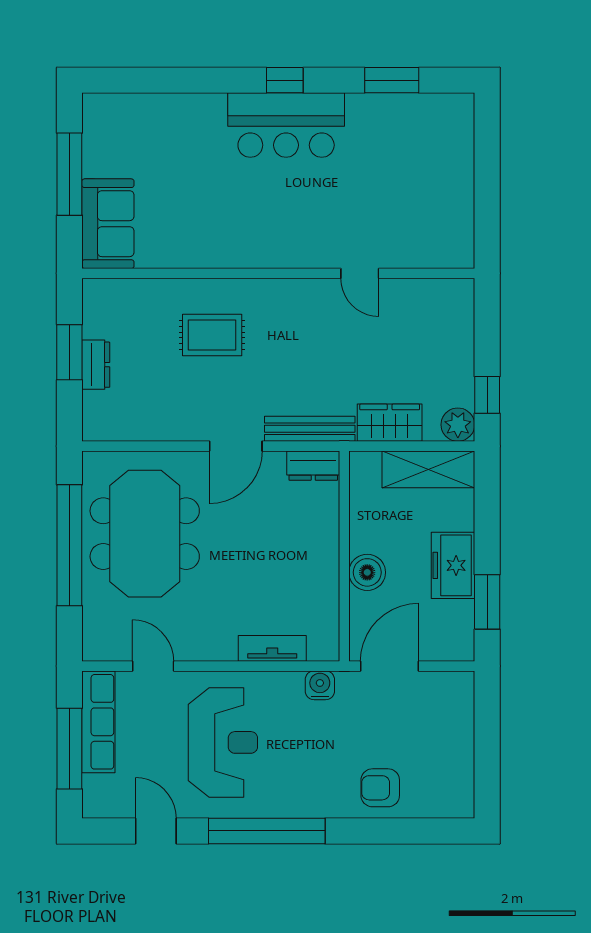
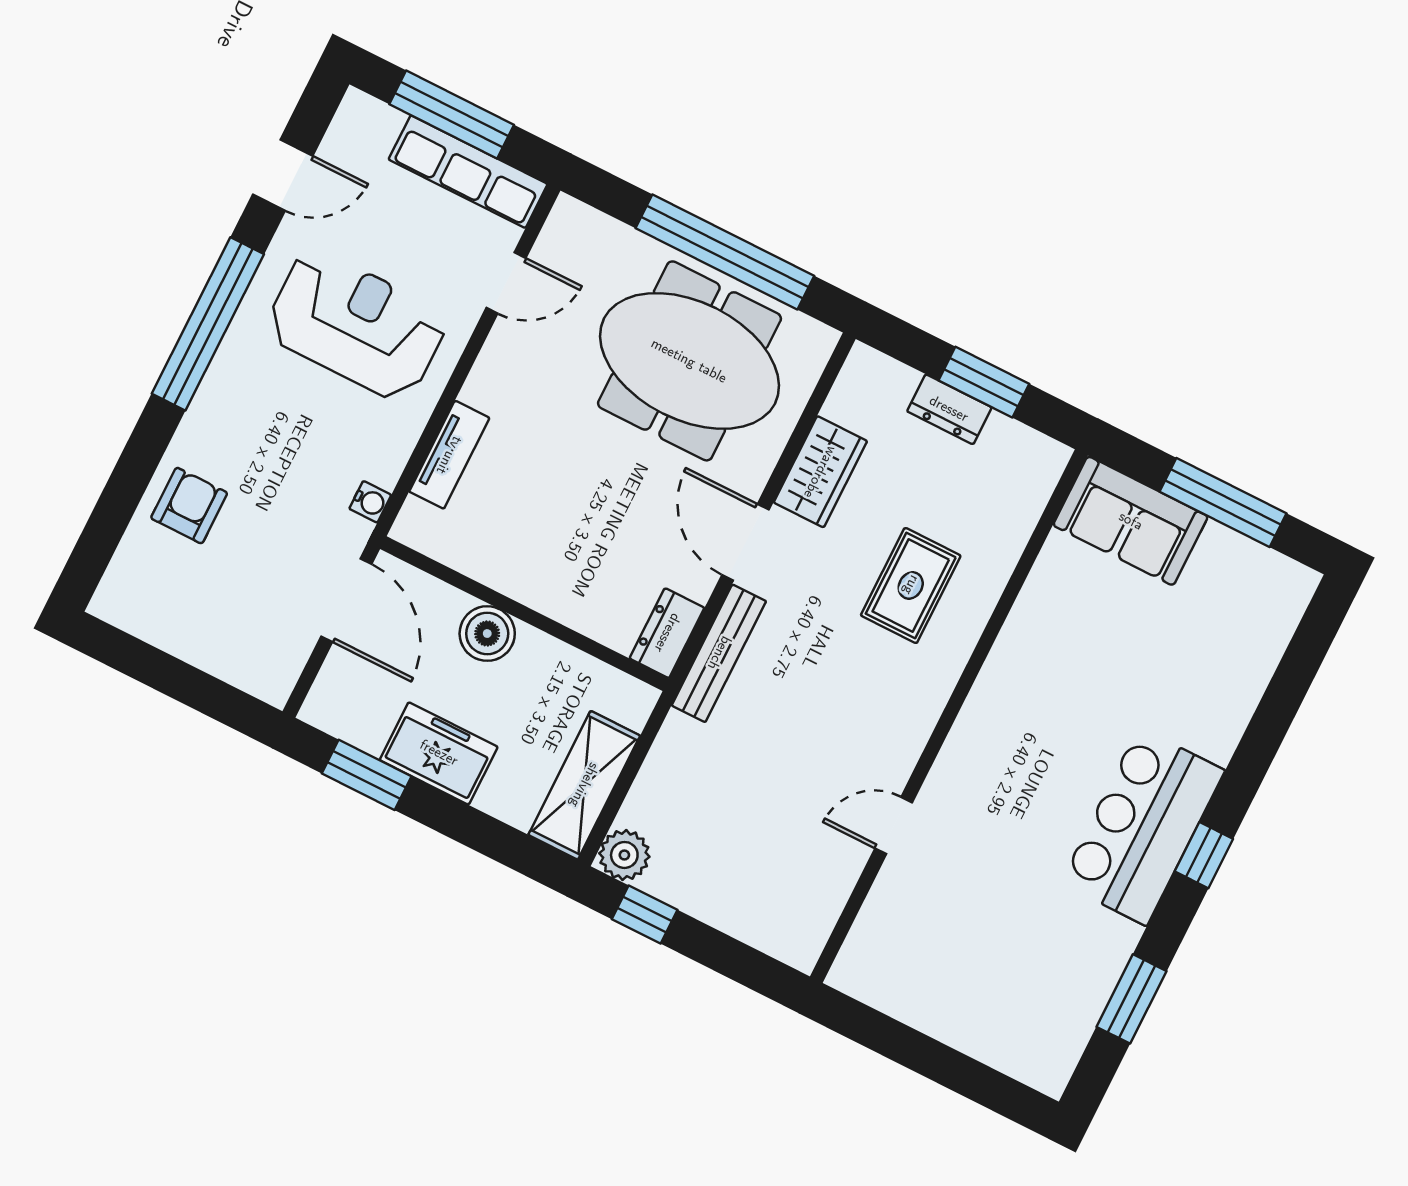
wardrobe: (390, 423) -> (820, 472), moved
water cooler: (320, 685) -> (370, 502), width x0.72, depth x0.72
reception desk: (223, 742) -> (356, 325), turned 180

